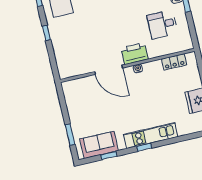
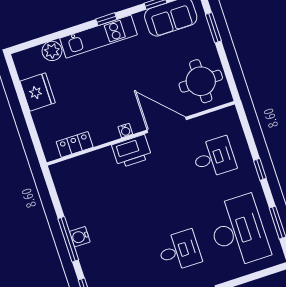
desk: (162, 24) -> (214, 158), moved
round table: (82, 98) -> (201, 81), added
plant: (184, 128) -> (52, 51), added

